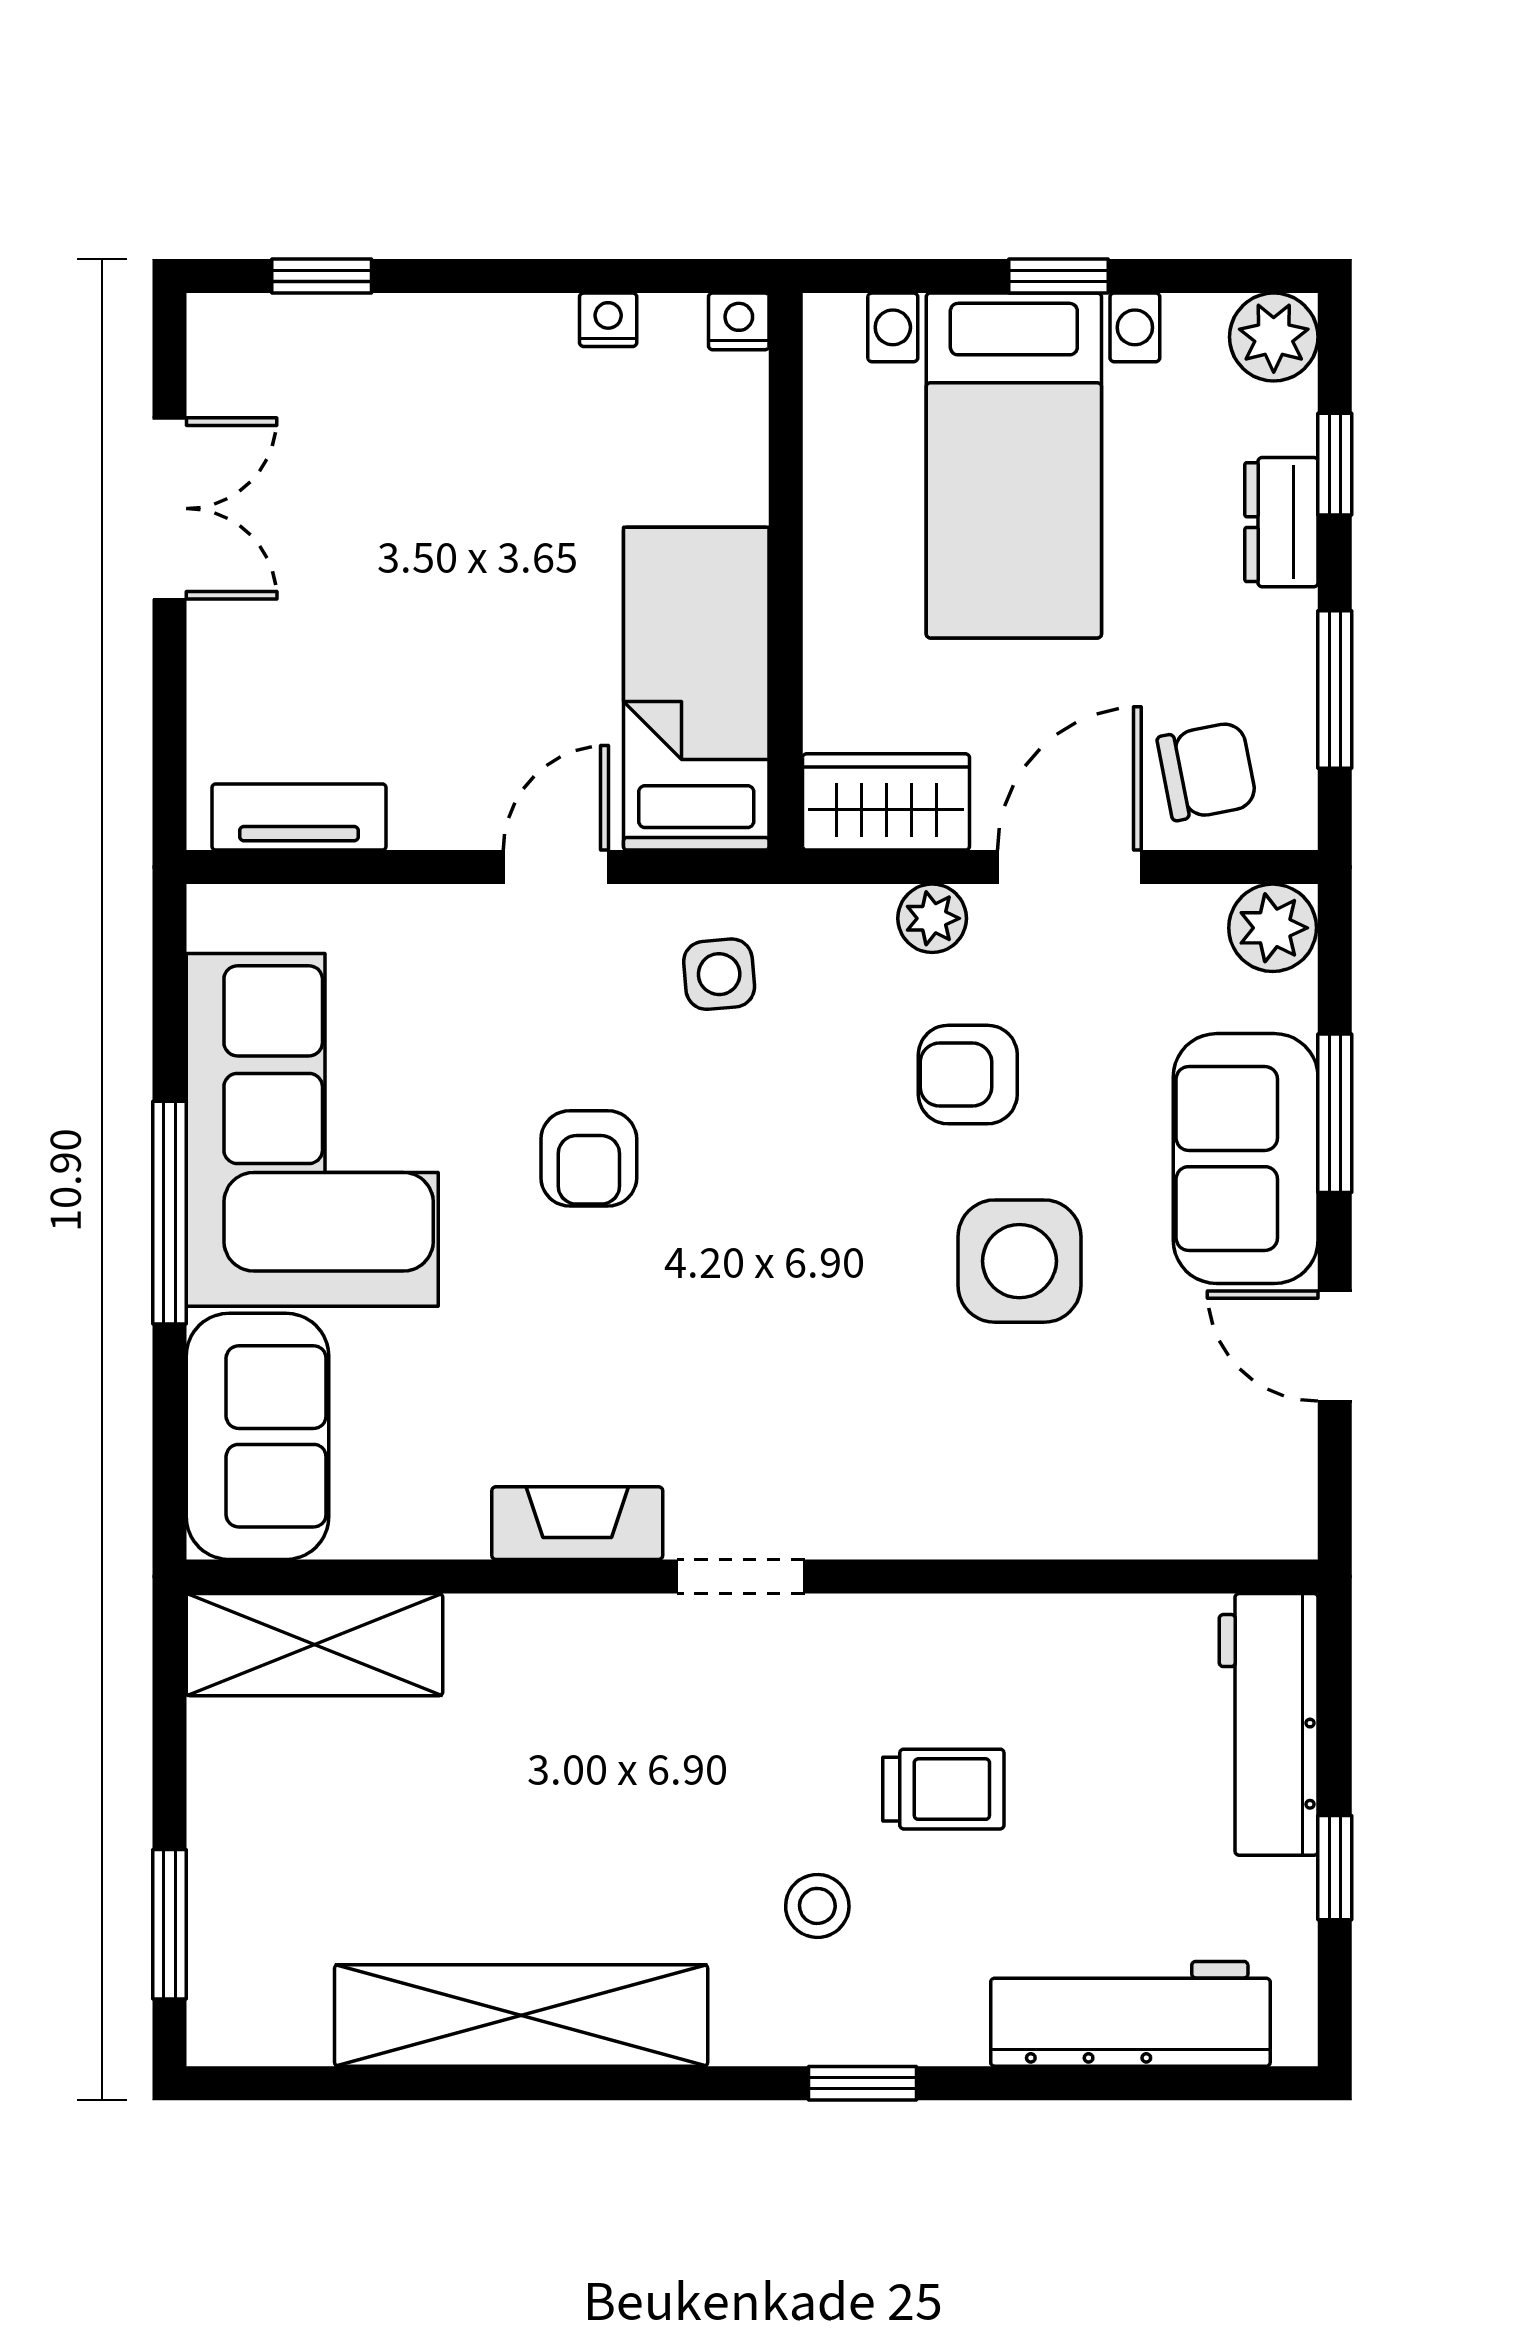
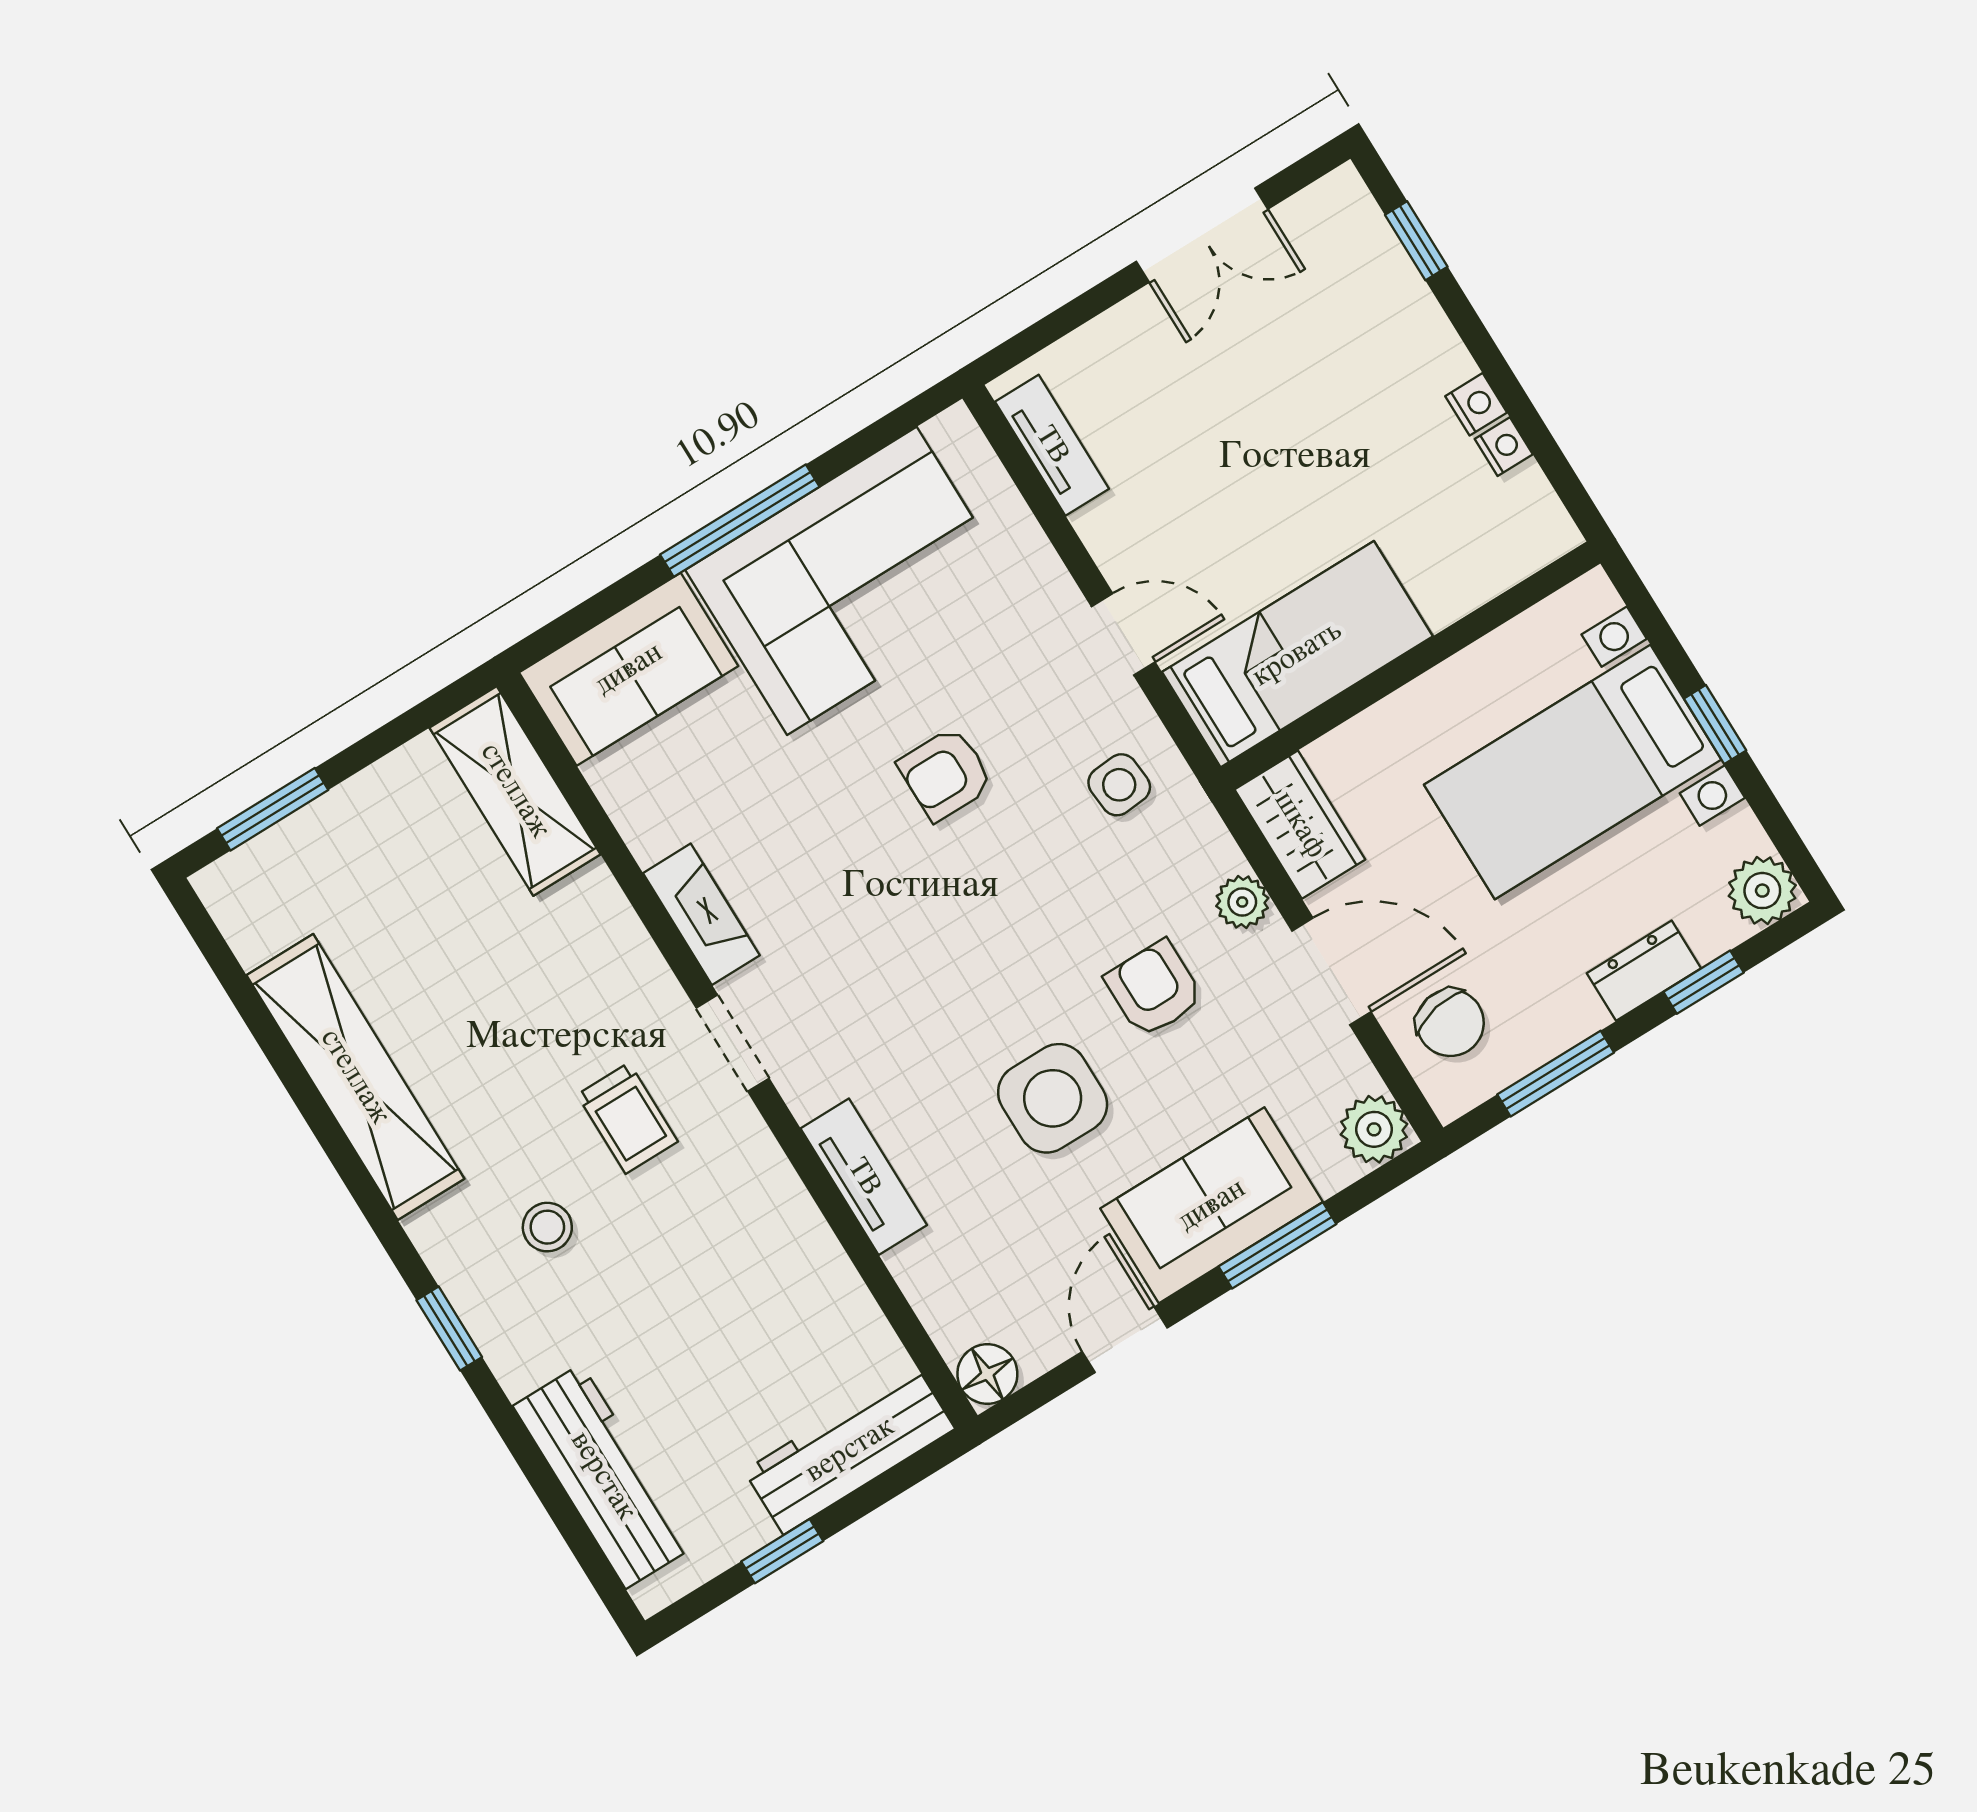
nightstand: (739, 321) -> (1476, 404), moved
floor lamp: (1279, 1521) -> (987, 1374), added
tv unit: (977, 1523) -> (864, 1177), added
trolley: (943, 1789) -> (627, 1118), moved

